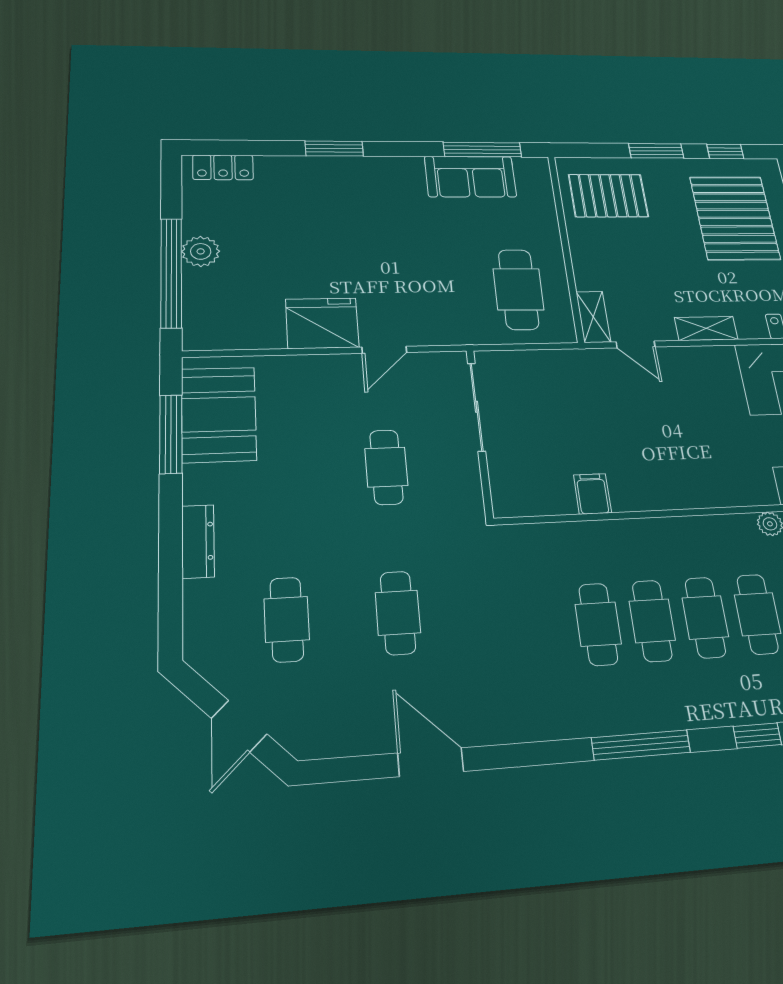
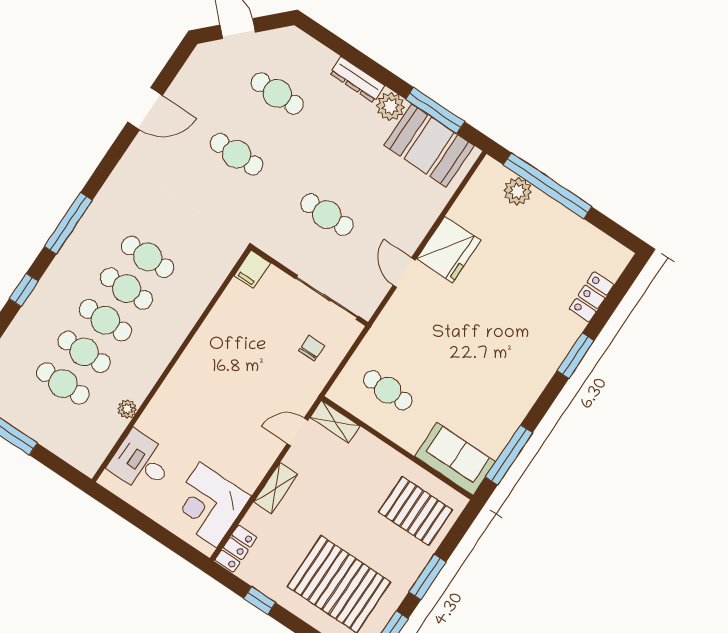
locker: (223, 167) -> (592, 297), moved
sofa: (470, 177) -> (455, 459), moved, turned 90
pallet: (608, 196) -> (415, 511), turned 90
plant: (201, 251) -> (518, 191), moved
cafe table: (518, 289) -> (388, 390), width x0.73, depth x0.74
chair: (542, 387) -> (312, 348), added
plant: (203, 484) -> (390, 106), added
filing cabinet: (592, 494) -> (252, 269), moved, turned 90

